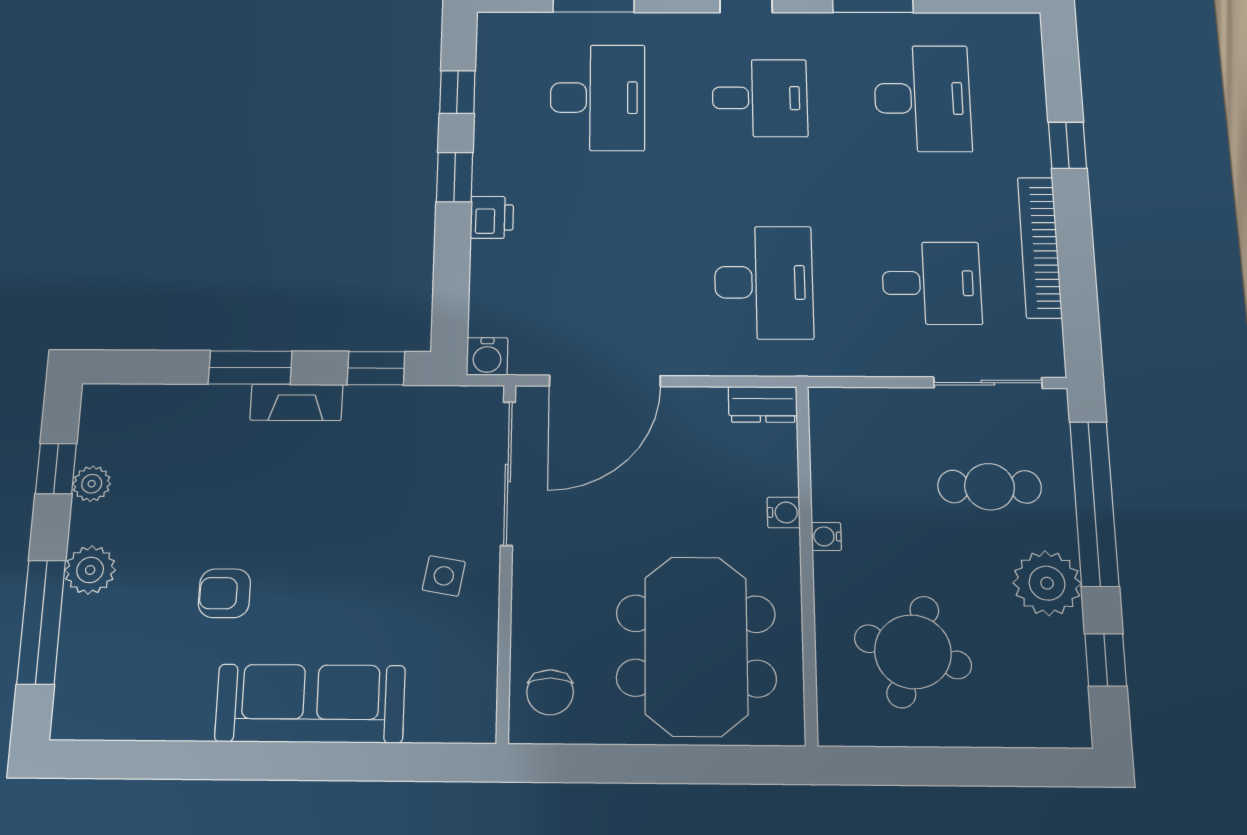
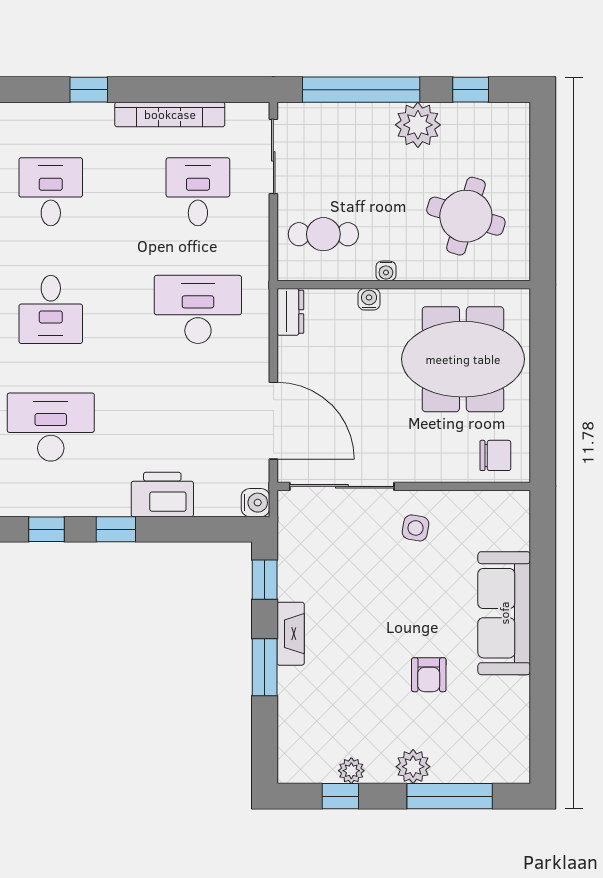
desk: (760, 98) -> (51, 309), turned 180
desk: (922, 98) -> (51, 192), width x0.73
printer: (492, 217) -> (162, 494), width x1.87, depth x1.48
cafe table: (990, 487) -> (323, 234), moved, turned 90

